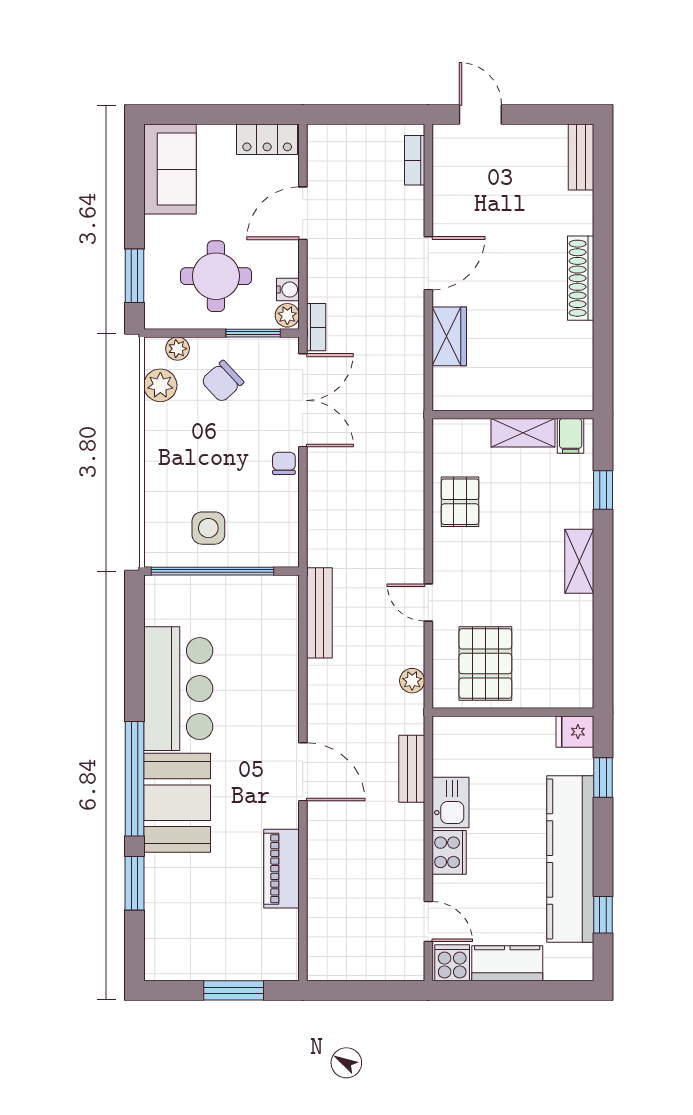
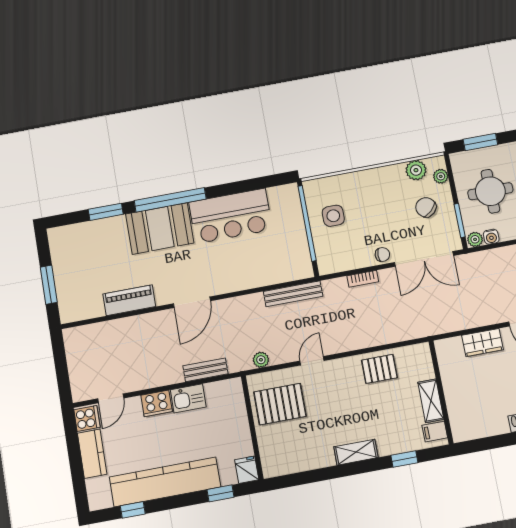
bookcase: (316, 327) -> (363, 279), moved

